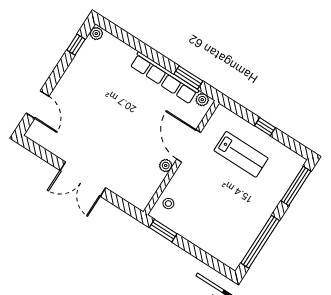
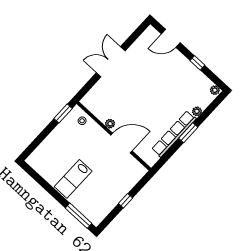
window: (76, 45) -> (197, 63), moved
window: (188, 77) -> (188, 133), moved
plant: (202, 100) -> (197, 111), moved
lab bench: (241, 154) -> (73, 179), moved
window: (260, 242) -> (43, 183), removed

